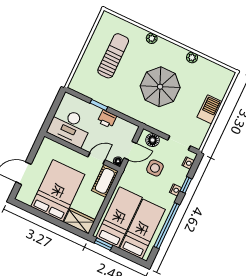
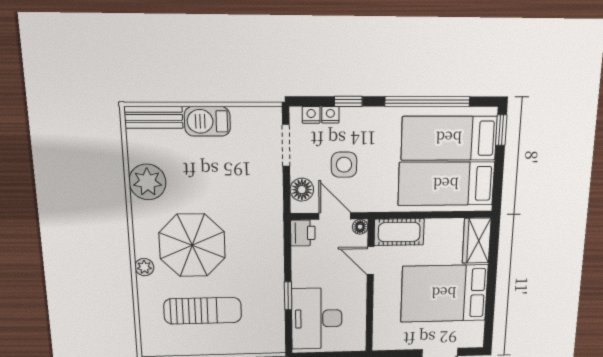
sun lounger: (113, 56) -> (203, 311), turned 180
plant: (192, 57) -> (147, 182), width x1.87, depth x1.87
bench: (224, 84) -> (154, 117), added
parasol: (160, 87) -> (192, 245), moved
printer: (107, 119) -> (303, 233), moved
desk: (70, 127) -> (317, 319), moved, turned 180
nightstand: (175, 190) -> (330, 115), moved
window: (103, 244) -> (501, 130), moved

